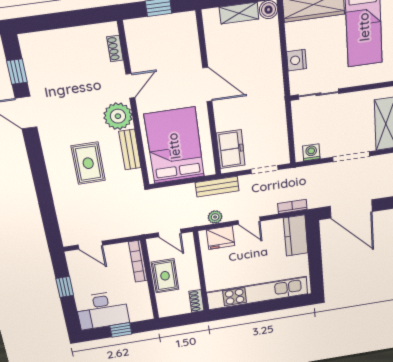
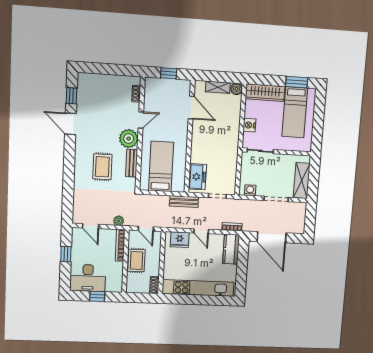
door: (207, 84) -> (191, 108), moved
bed: (174, 146) -> (161, 166), width x0.67
plant: (215, 217) -> (119, 221), moved

